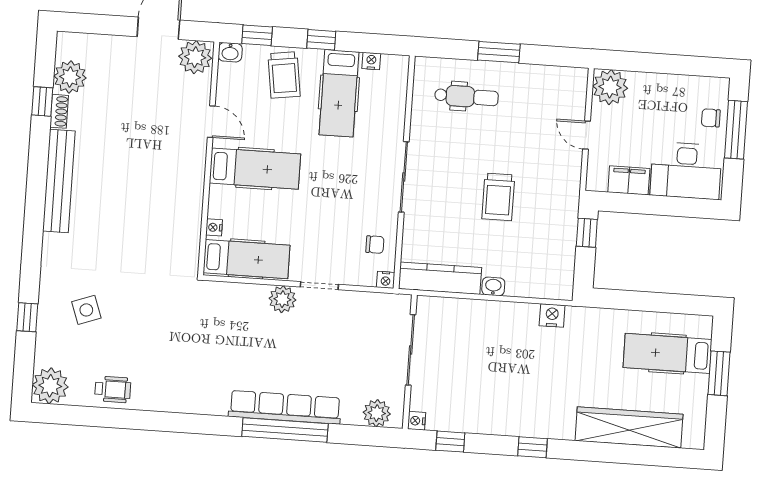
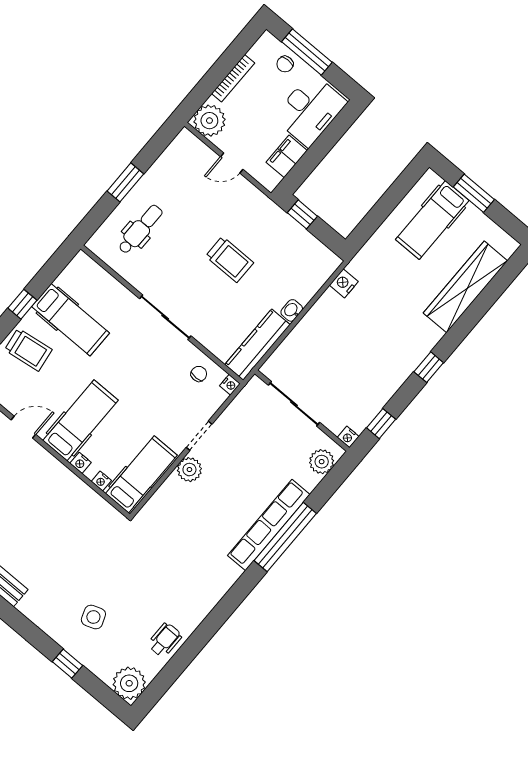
nightstand: (371, 61) -> (81, 463), moved, turned -90
bookcase: (664, 81) -> (233, 78), added

